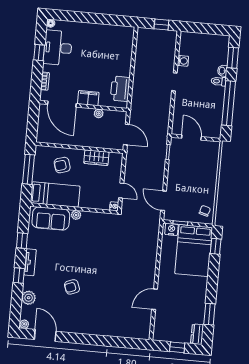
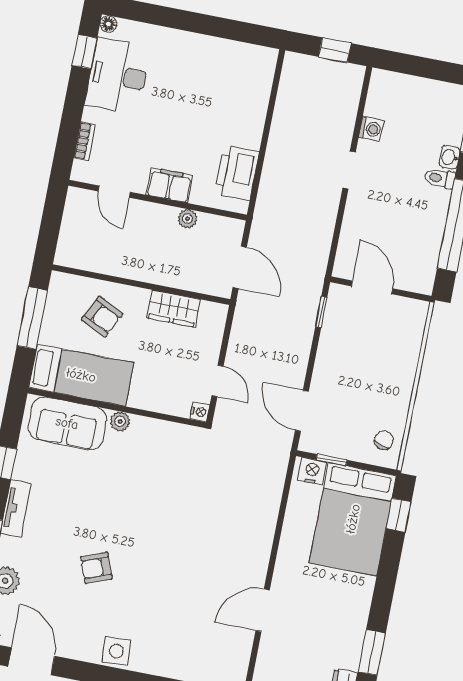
window: (39, 53) -> (84, 52), moved
door: (62, 104) -> (114, 192), width x0.53
armchair: (62, 165) -> (102, 317), turned -137
side table: (86, 326) -> (116, 651), added

